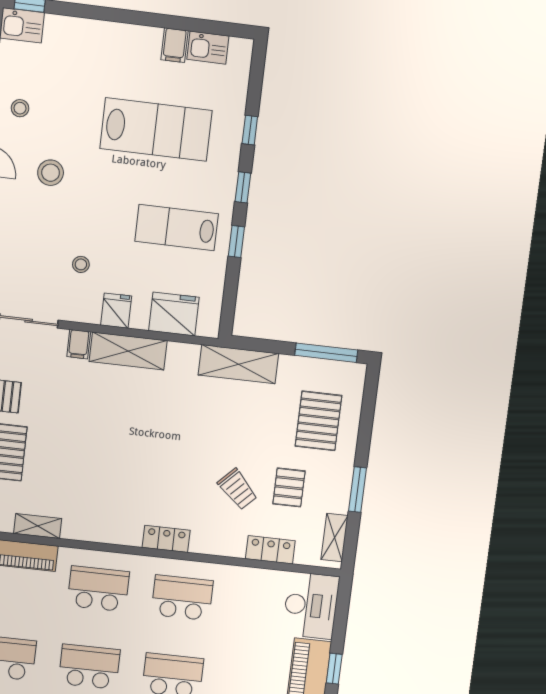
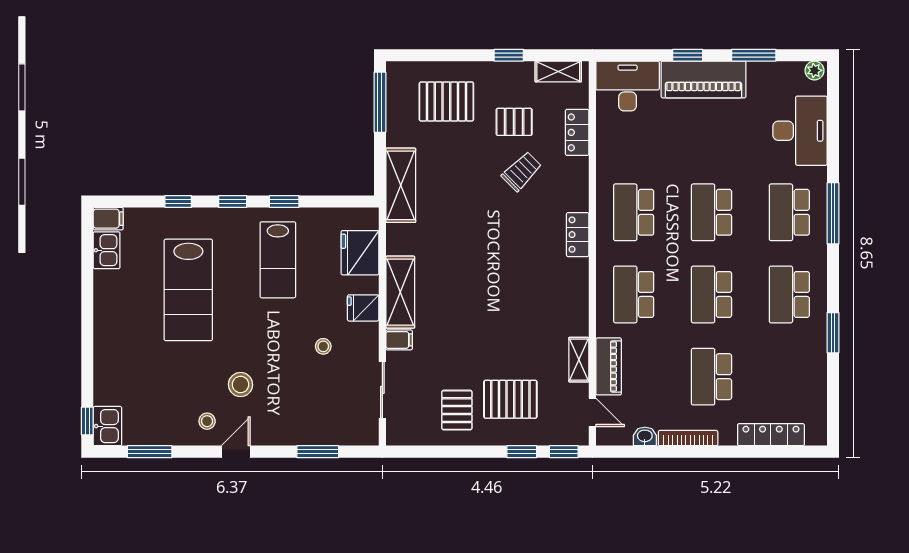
filing cabinet: (174, 45) -> (108, 219), moved
stool: (20, 108) -> (207, 421), moved
lab bench: (156, 129) -> (188, 290), turned 180
window: (357, 490) -> (509, 55), width x0.67

